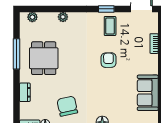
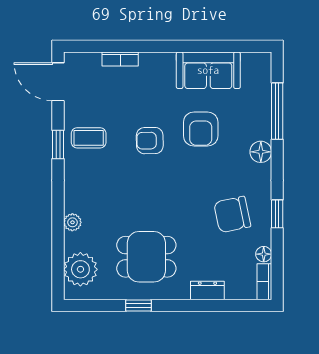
plant: (32, 17) -> (80, 269), width x1.87, depth x1.87
window: (16, 54) -> (138, 306), width x0.46
armchair: (115, 89) -> (201, 129), added

